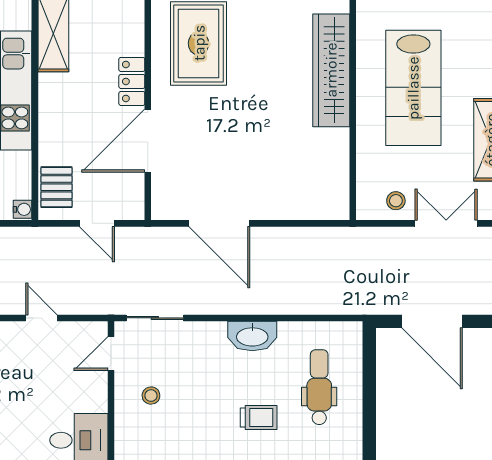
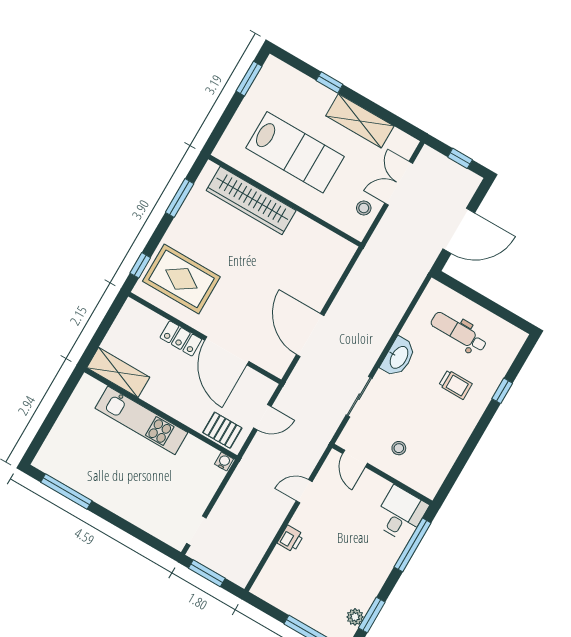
door: (219, 223) -> (310, 335), swing flipped
sliding door: (155, 318) -> (359, 397), moved
trolley: (259, 417) -> (455, 385), turned 90

